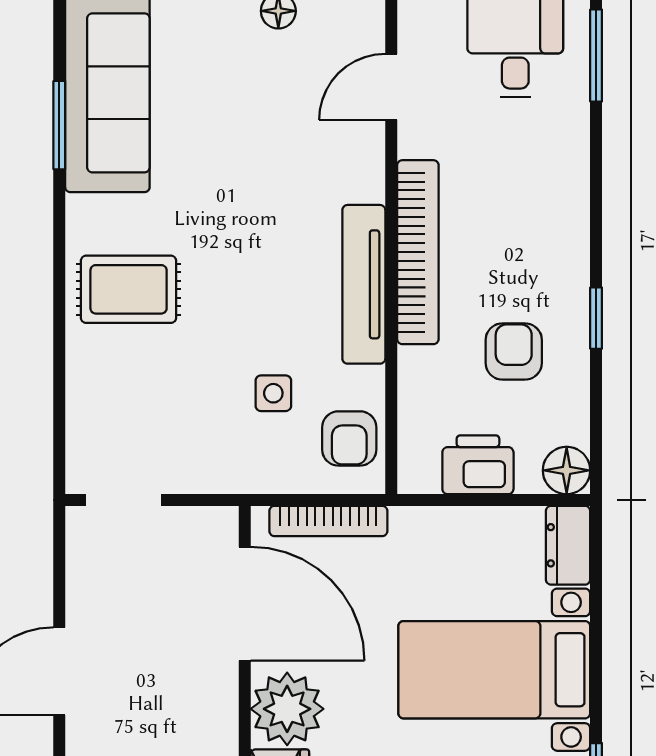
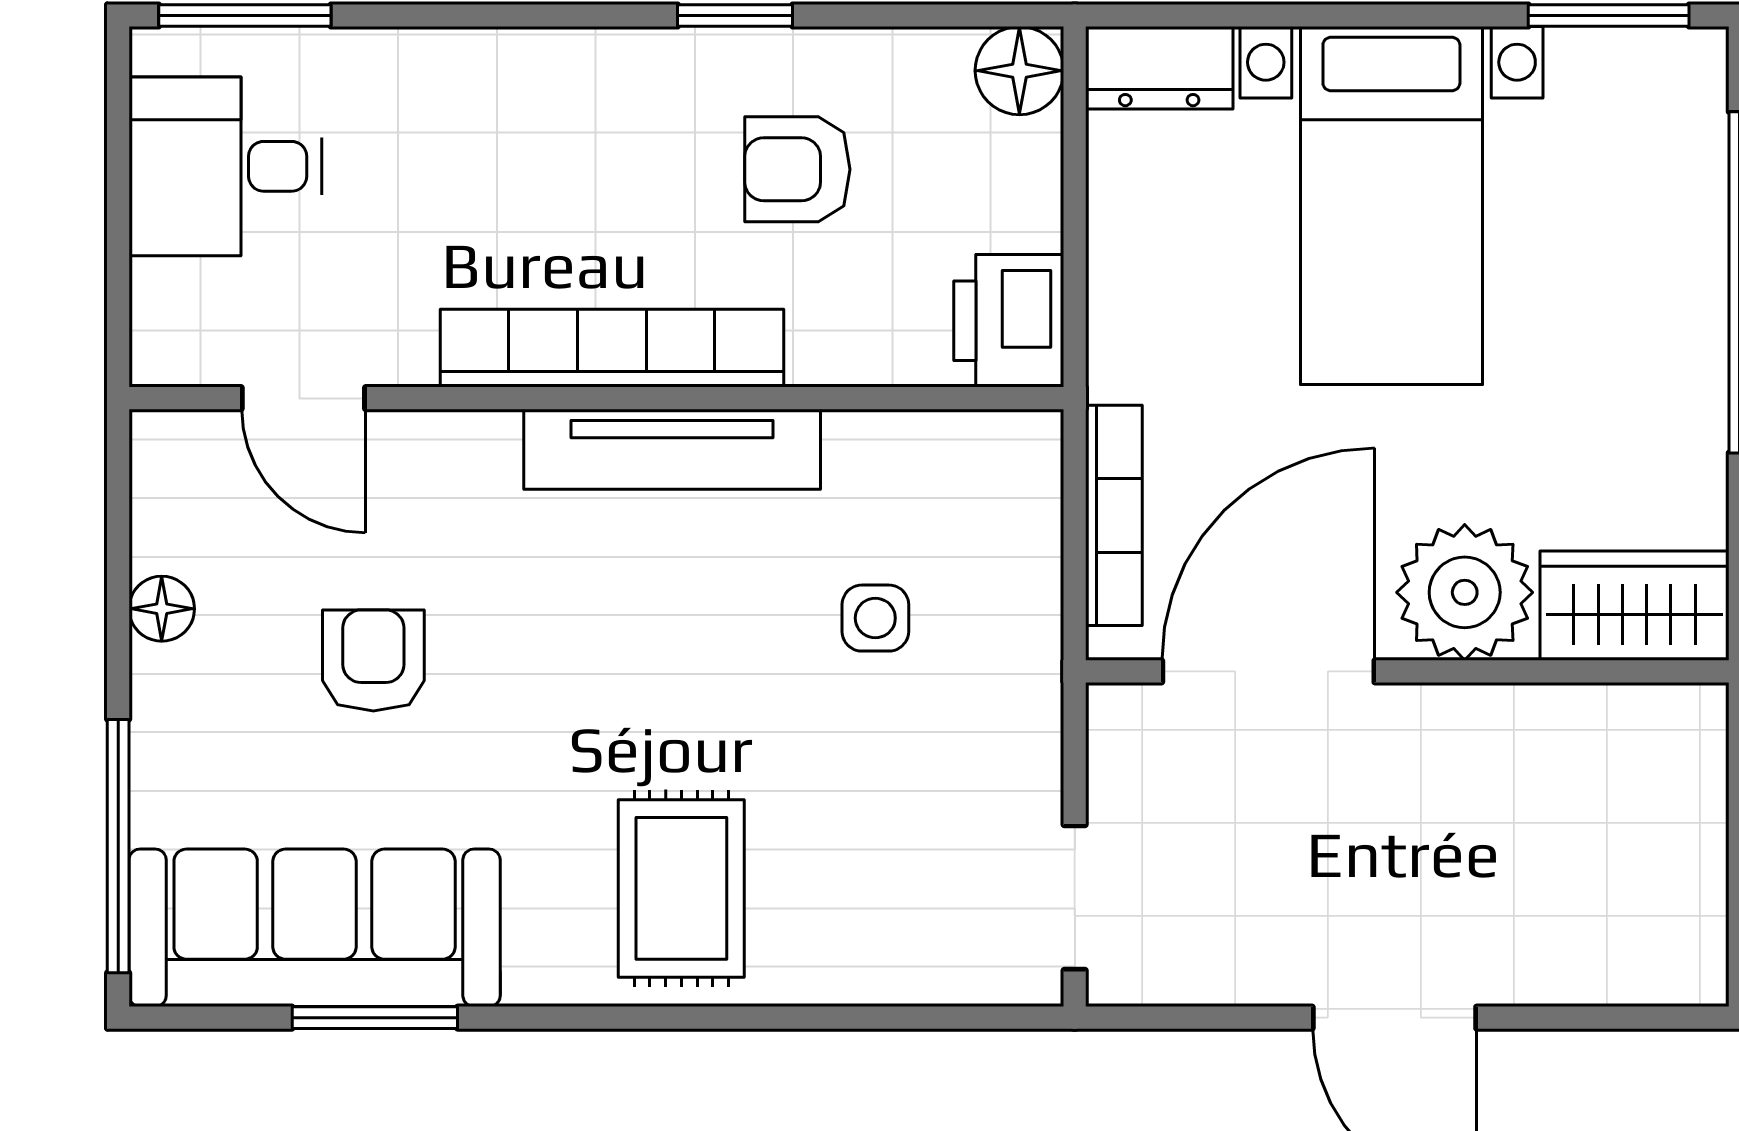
armchair: (349, 438) -> (373, 660), moved, turned -90
printer: (478, 465) -> (1009, 321), moved

